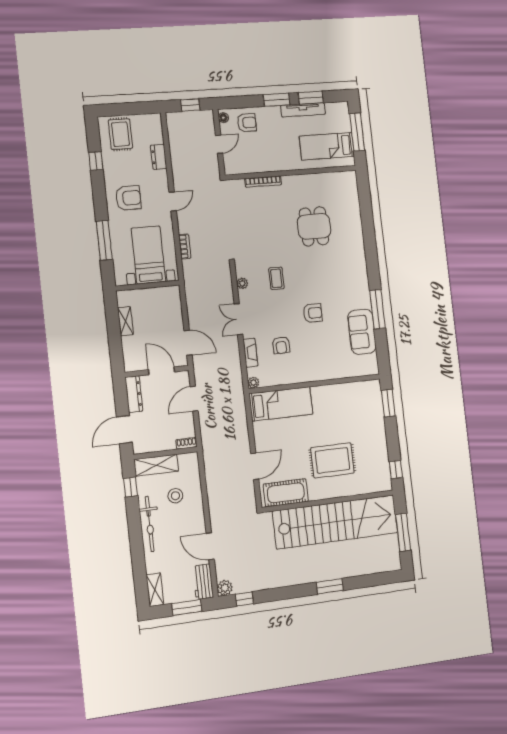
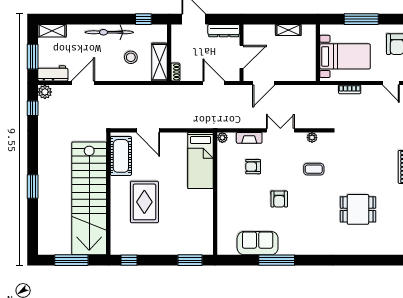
shelving: (156, 465) -> (160, 62), moved

